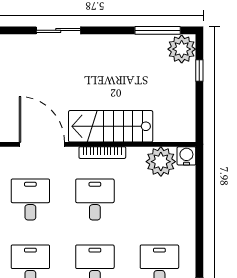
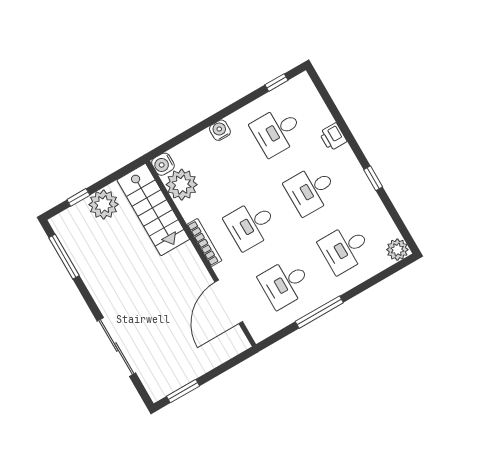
sliding door: (58, 30) -> (116, 347), width x1.37
plant: (182, 49) -> (104, 205), moved
stairs: (111, 126) -> (153, 210), moved
water cooler: (187, 219) -> (220, 130), added

